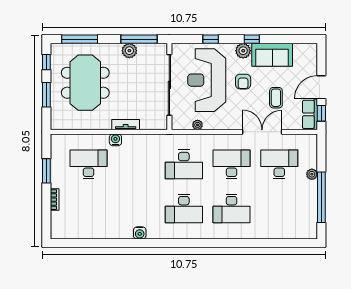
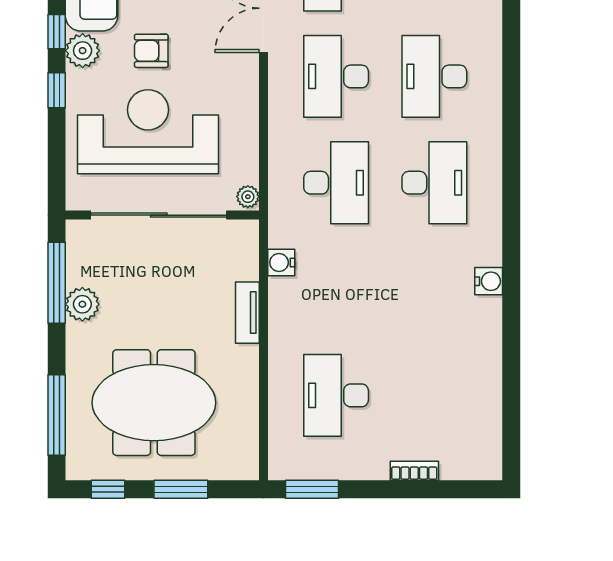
window: (211, 39) -> (57, 90), moved
reception desk: (207, 80) -> (148, 132), turned 180
armchair: (243, 82) -> (151, 51), turned 180
plant: (197, 125) -> (248, 197), moved
water cooler: (115, 140) -> (281, 262), moved
window: (46, 171) -> (312, 489), moved
desk: (232, 208) -> (434, 76), turned 180

